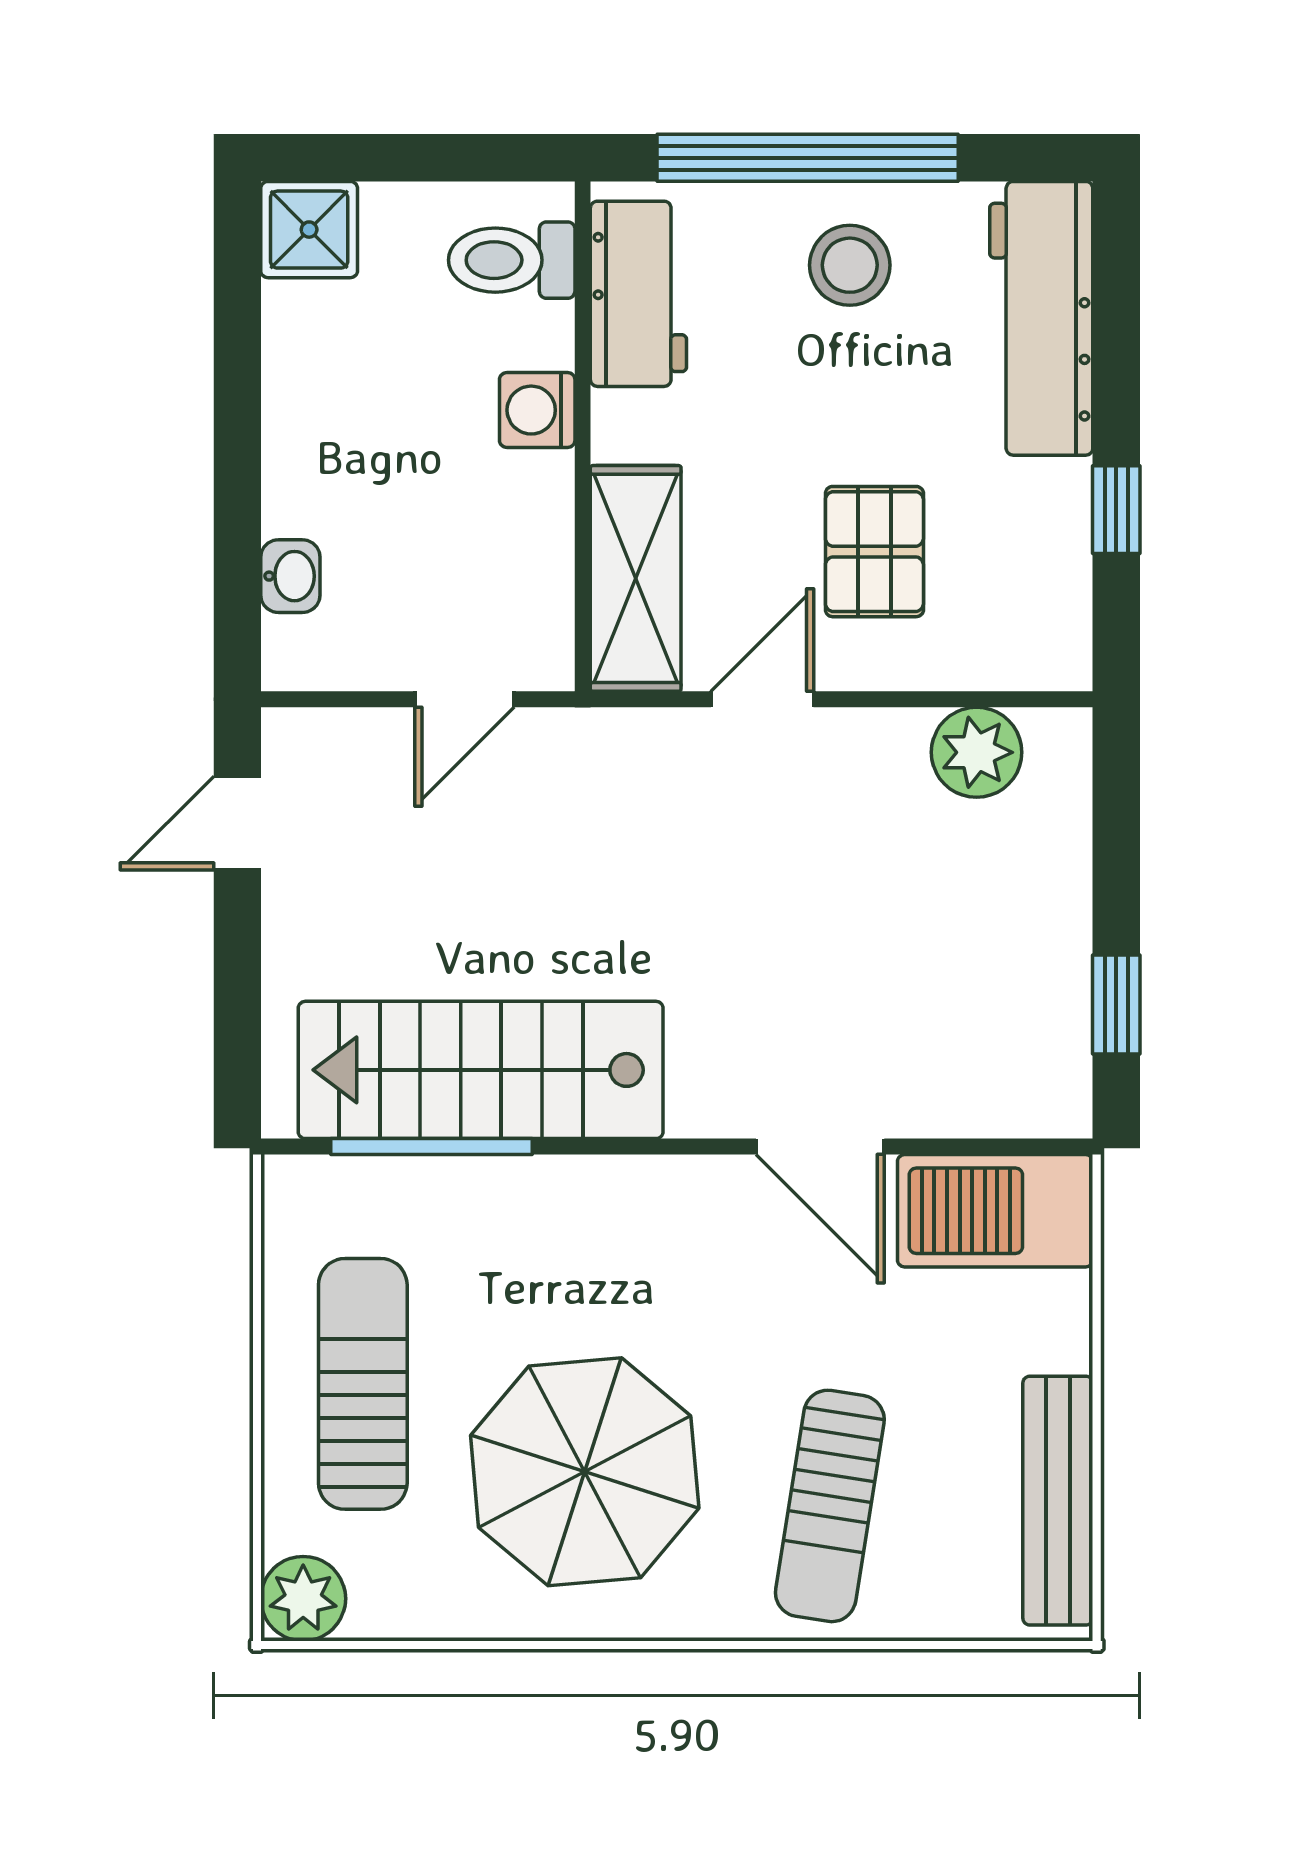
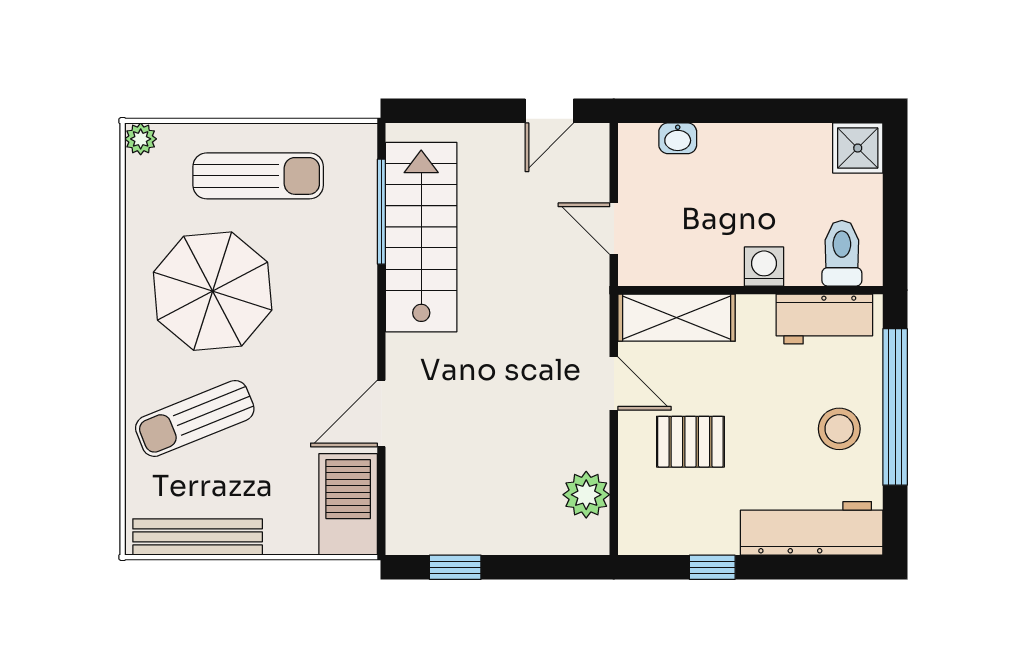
door: (237, 823) -> (549, 111), swing flipped
sun lounger: (830, 1506) -> (195, 418), turned -31
plant: (303, 1599) -> (141, 139), width x0.73, depth x0.73

